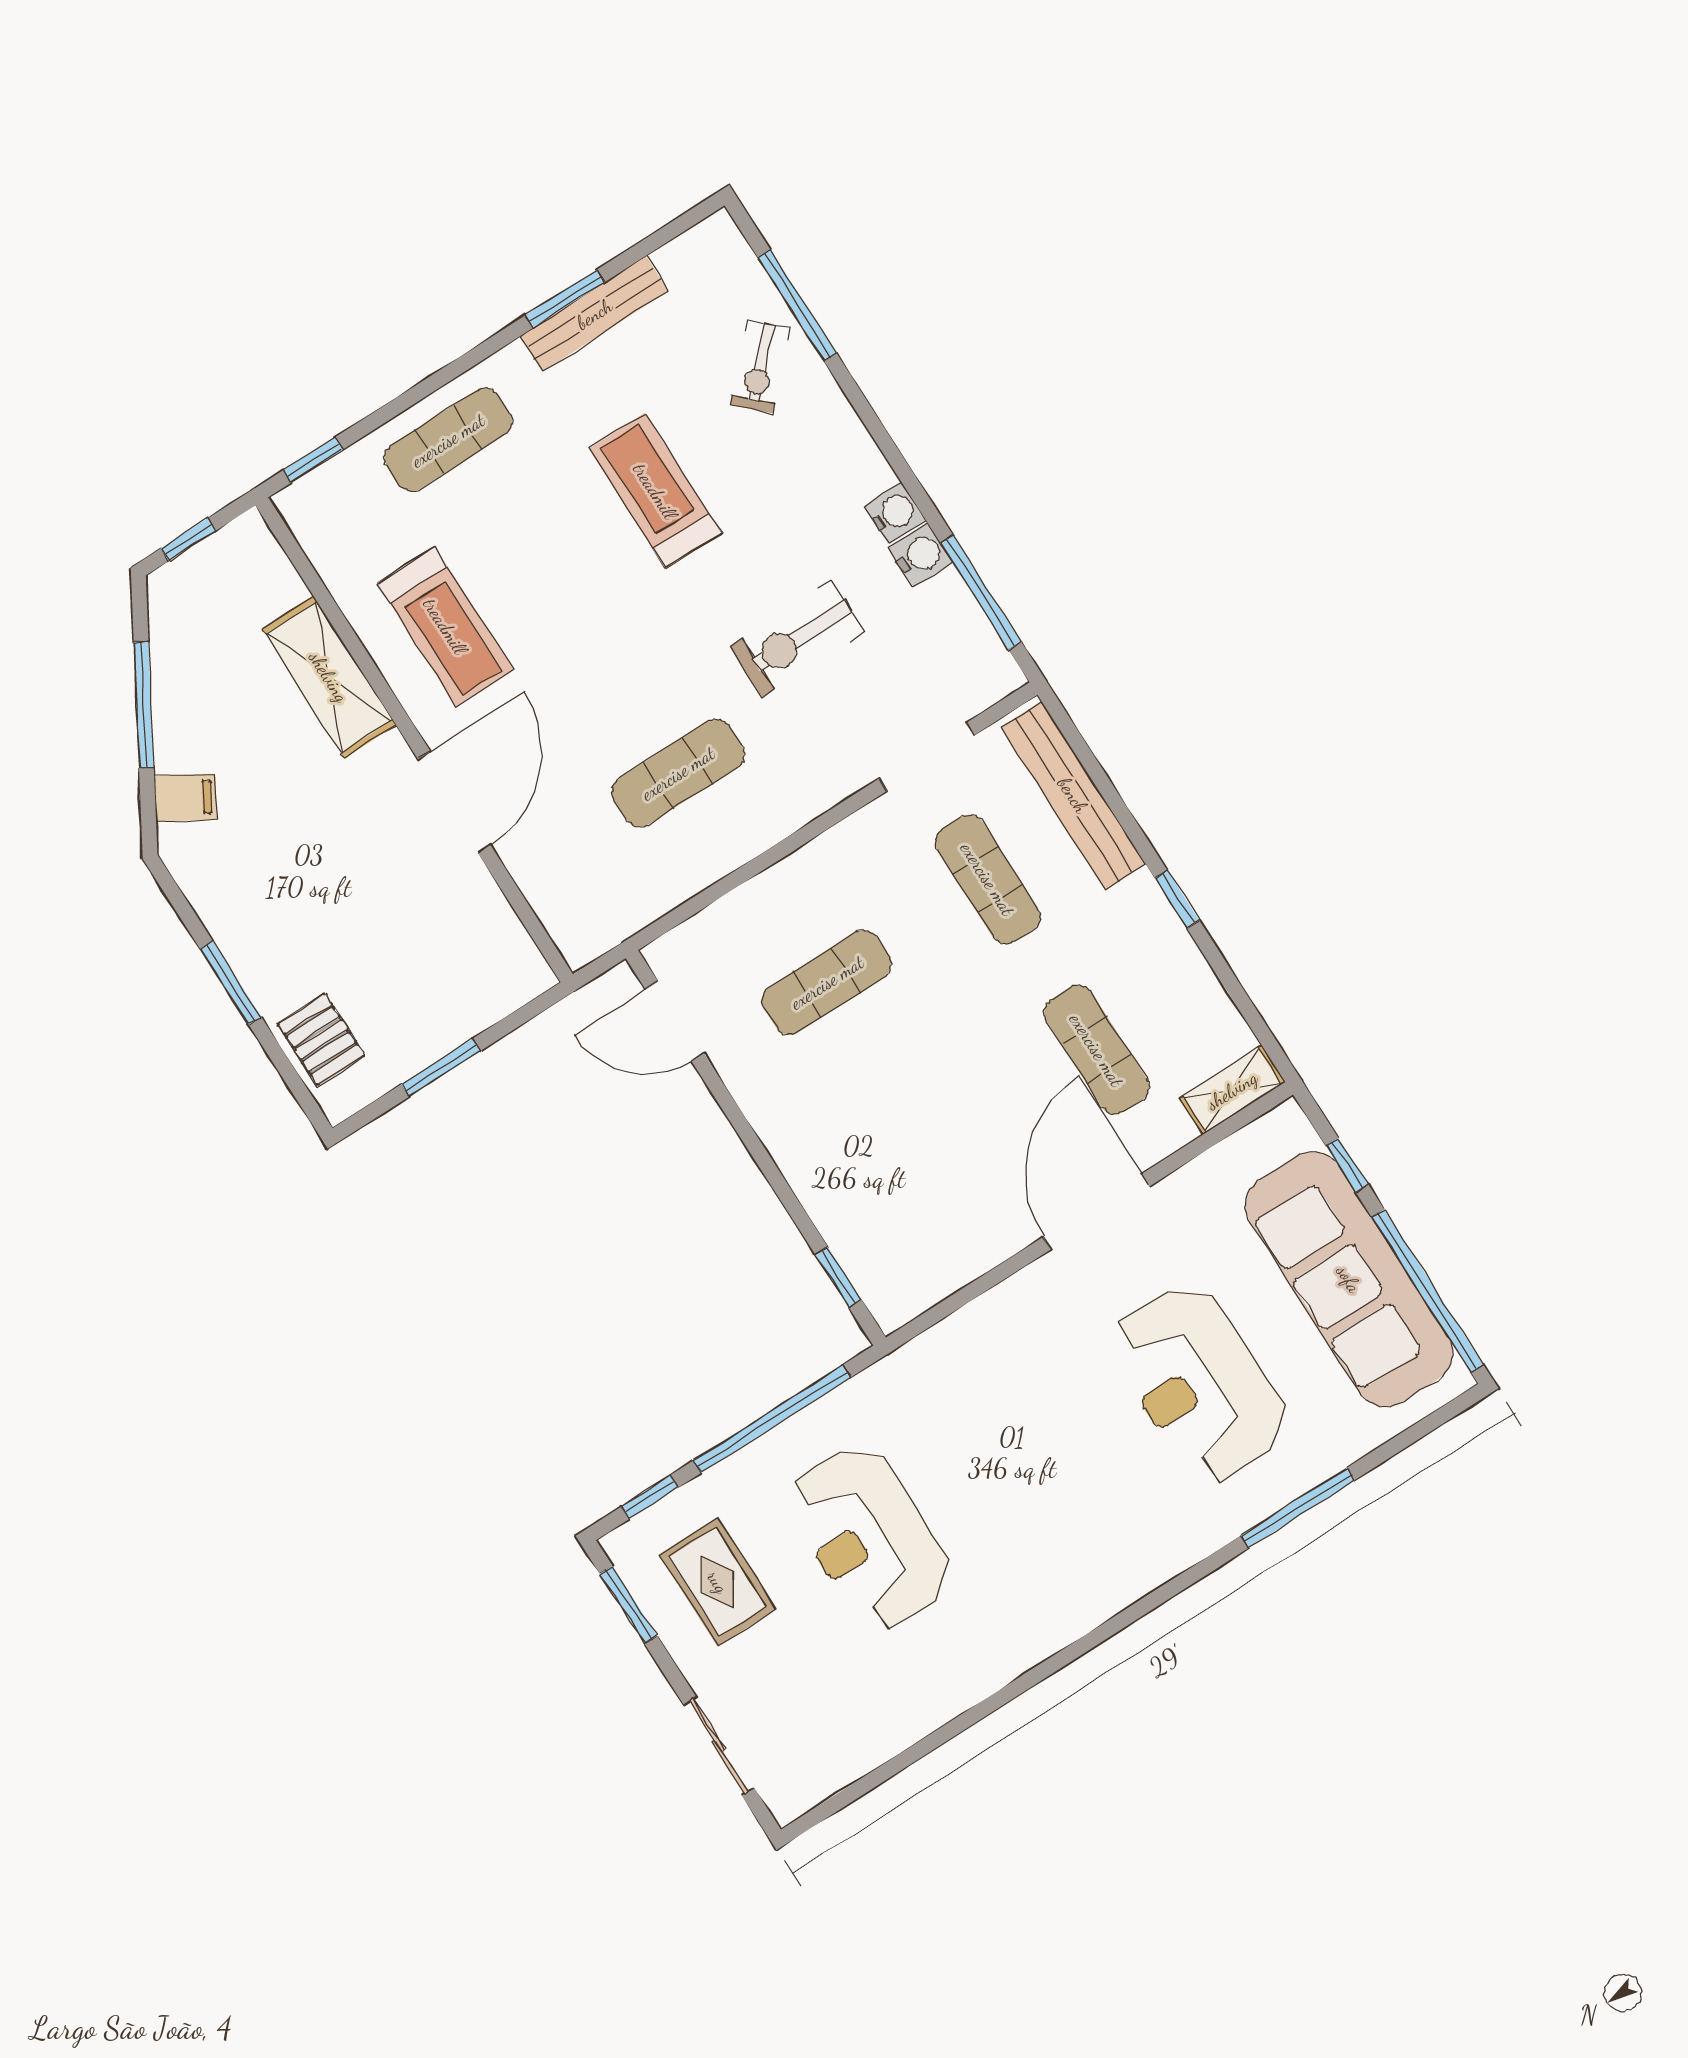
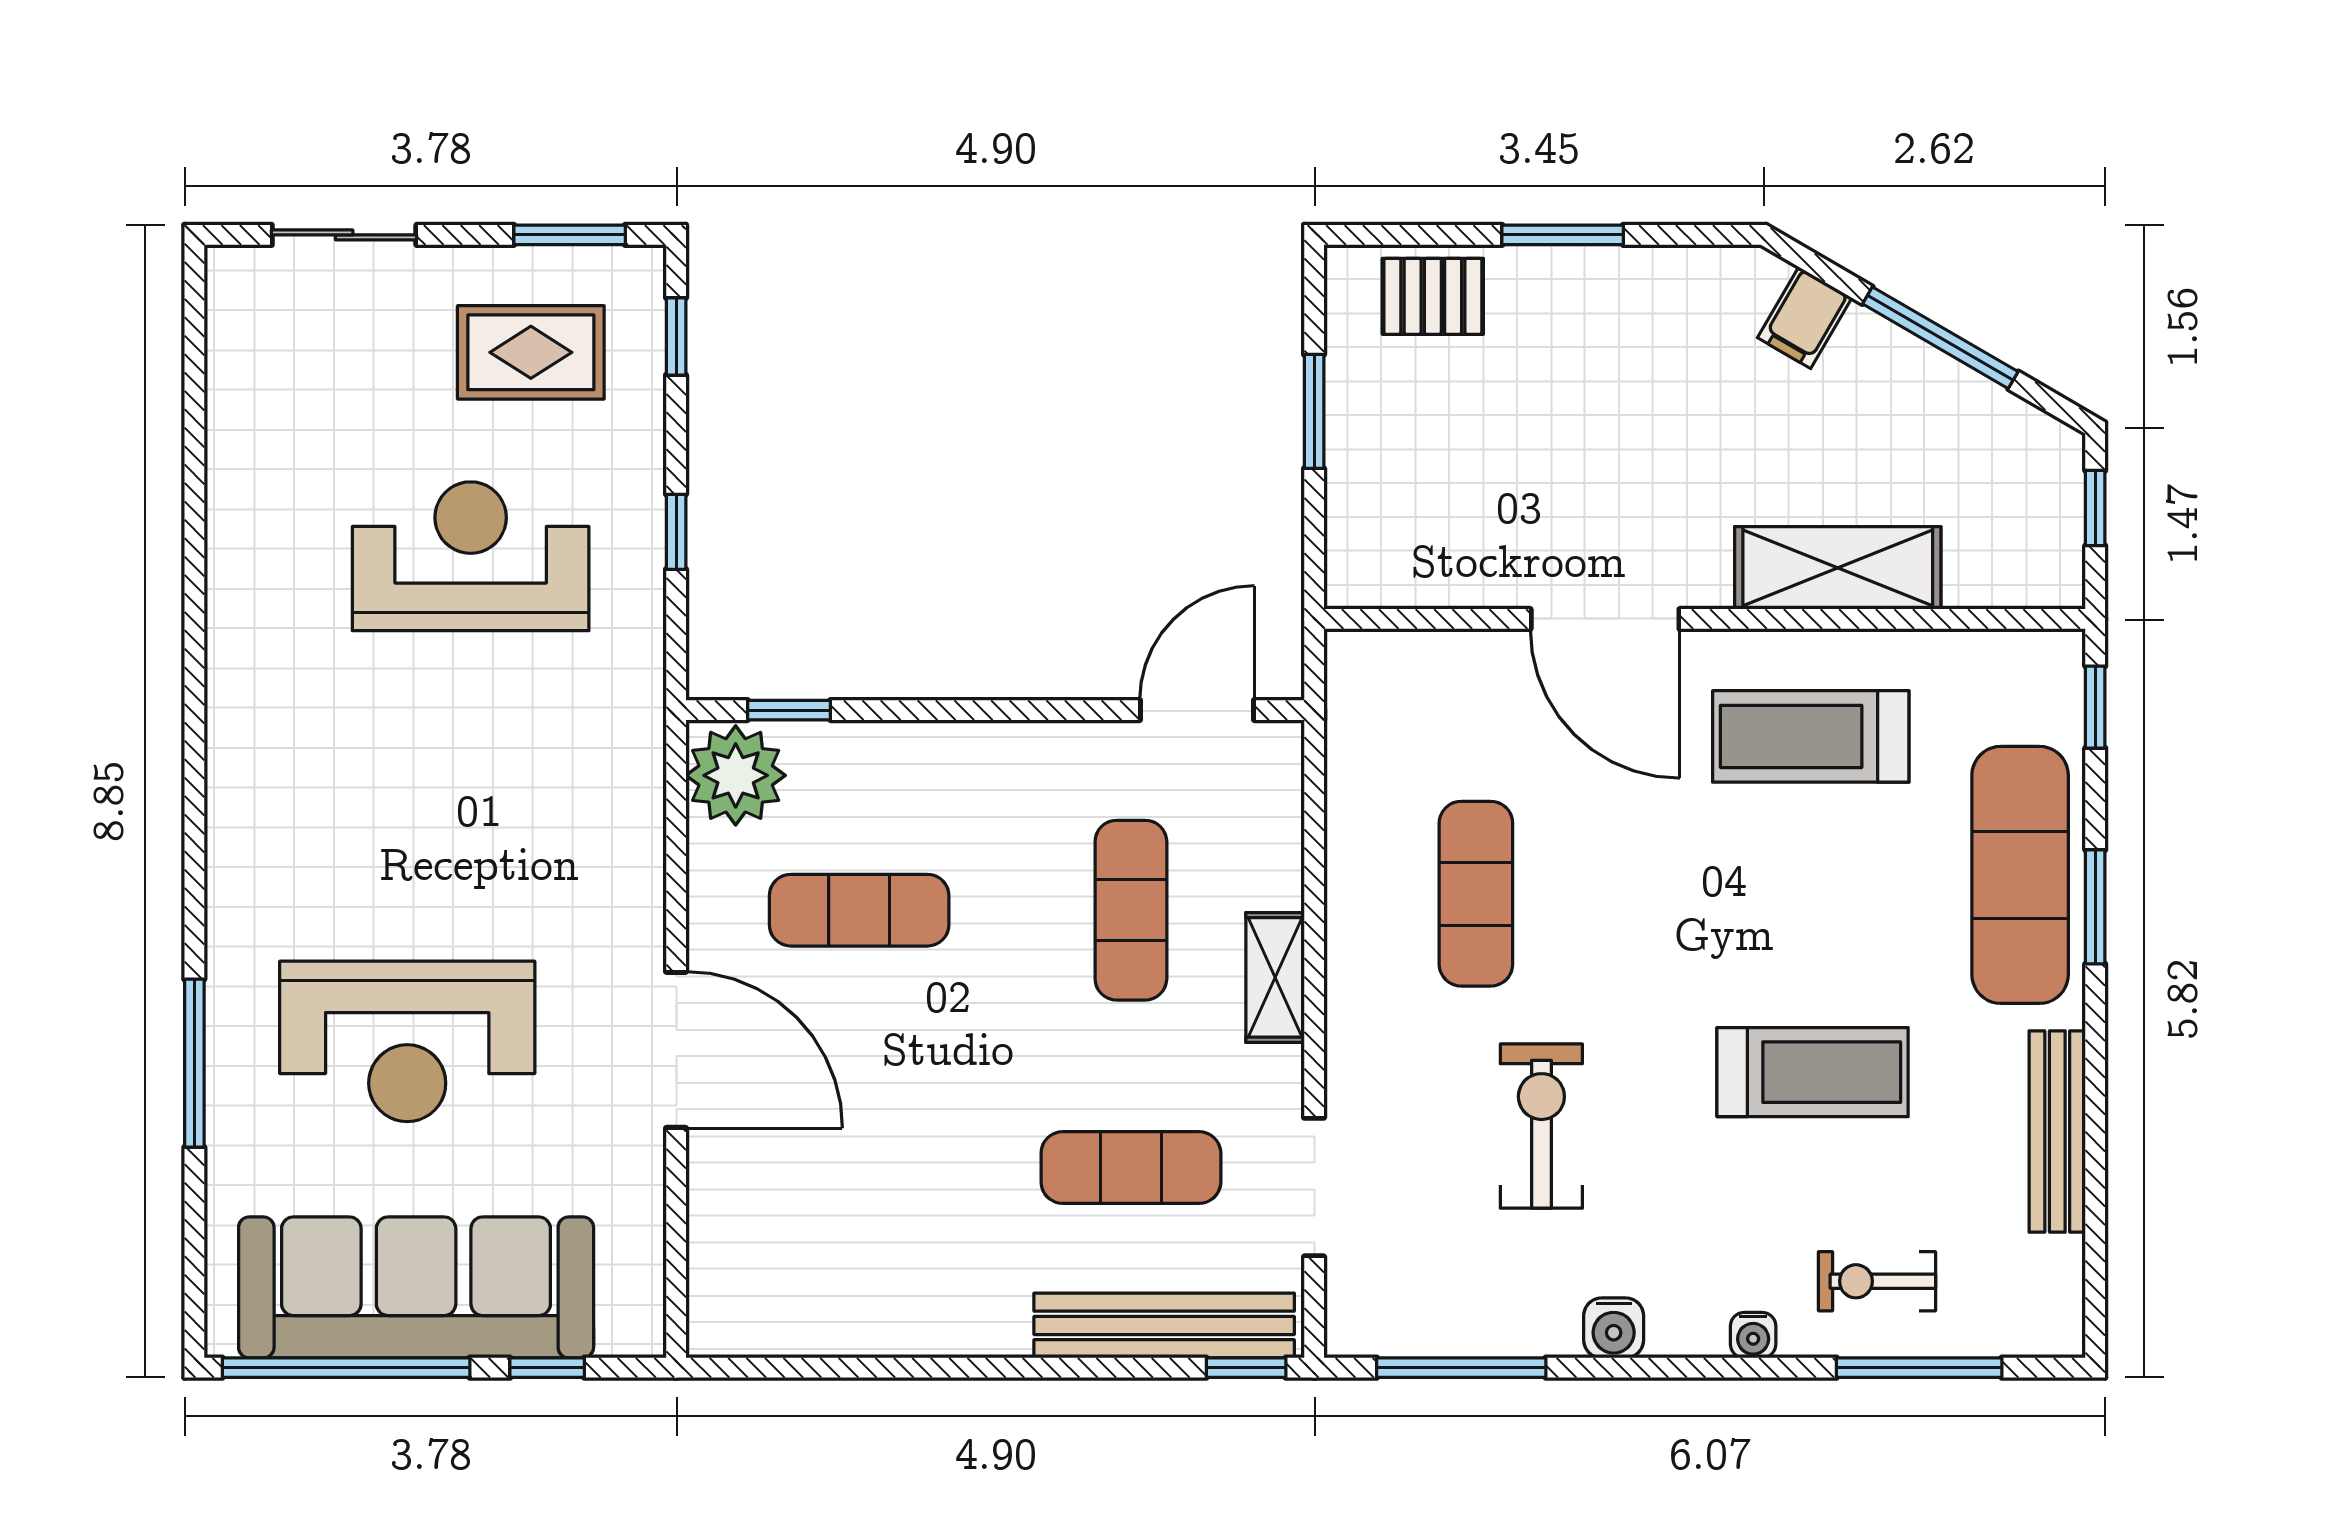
window: (565, 299) -> (2095, 907), moved
exercise bike: (760, 366) -> (1877, 1281), turned -44
exercise mat: (448, 440) -> (2020, 875), width x1.36, depth x1.45
water cooler: (921, 555) -> (1753, 1335), moved, width x0.72, depth x0.72
window: (1177, 899) -> (1246, 1368), moved
exercise mat: (1097, 1050) -> (859, 910), moved
shelving: (1232, 1090) -> (1275, 977), moved
plant: (901, 1284) -> (736, 775), added
reception desk: (1199, 1383) -> (407, 1041), turned 180
window: (772, 1419) -> (676, 532), width x0.32

